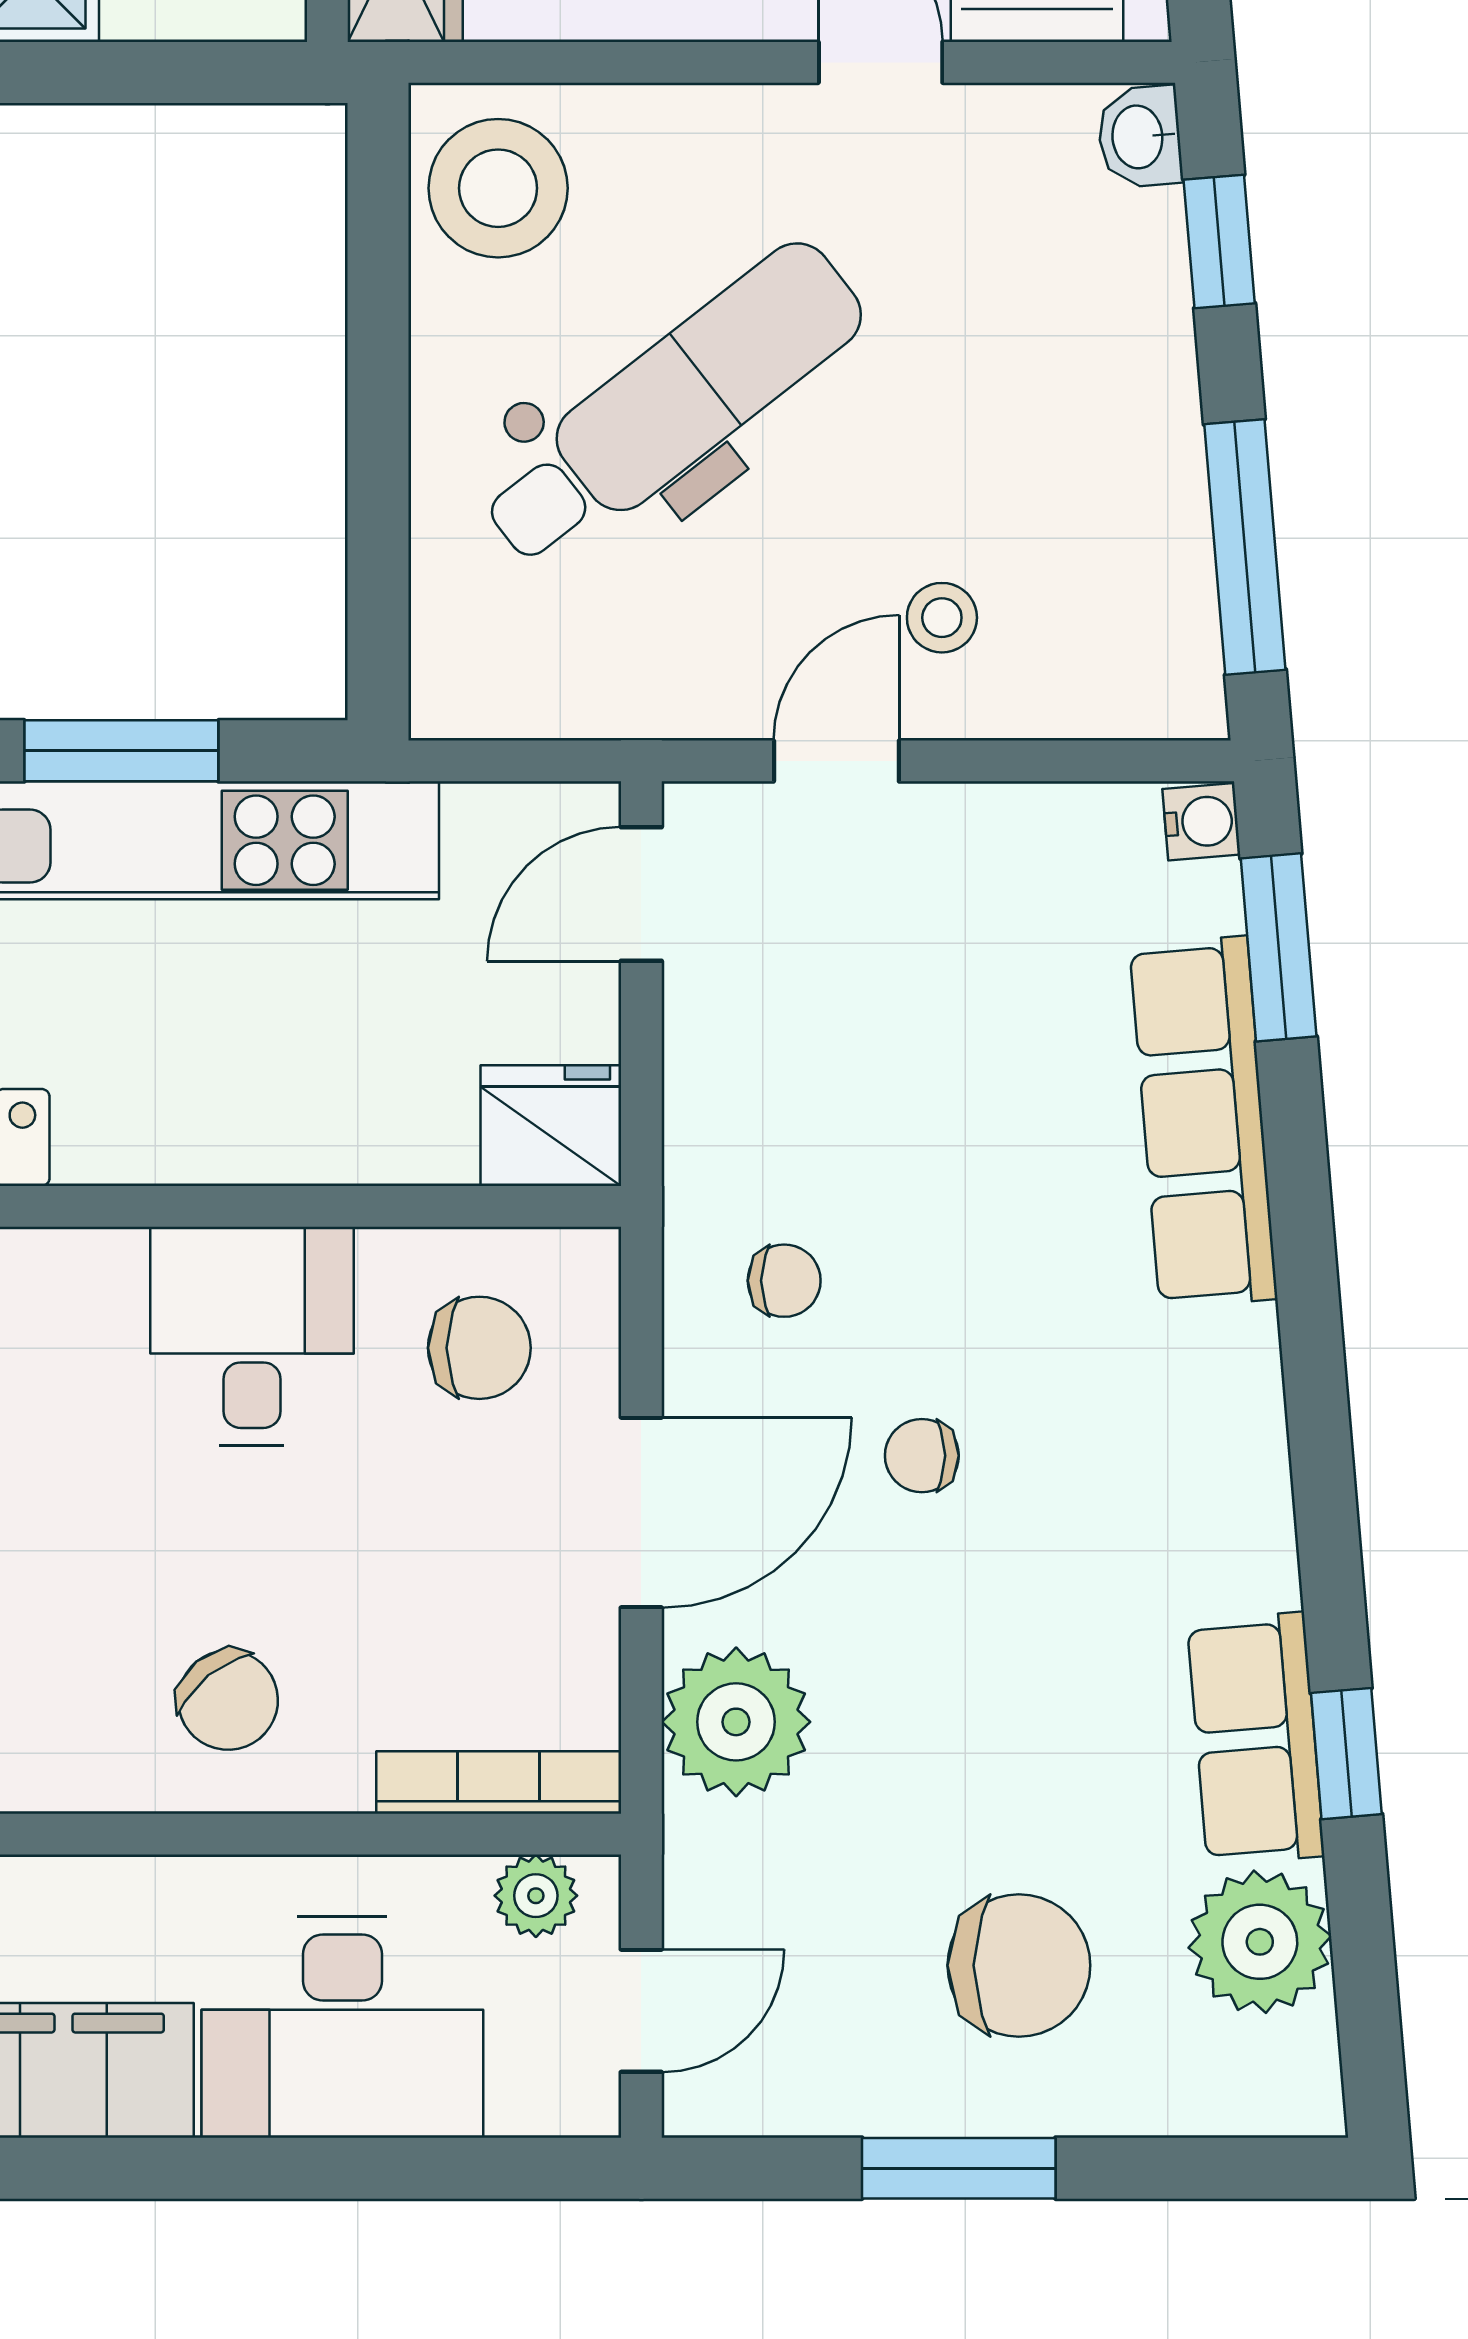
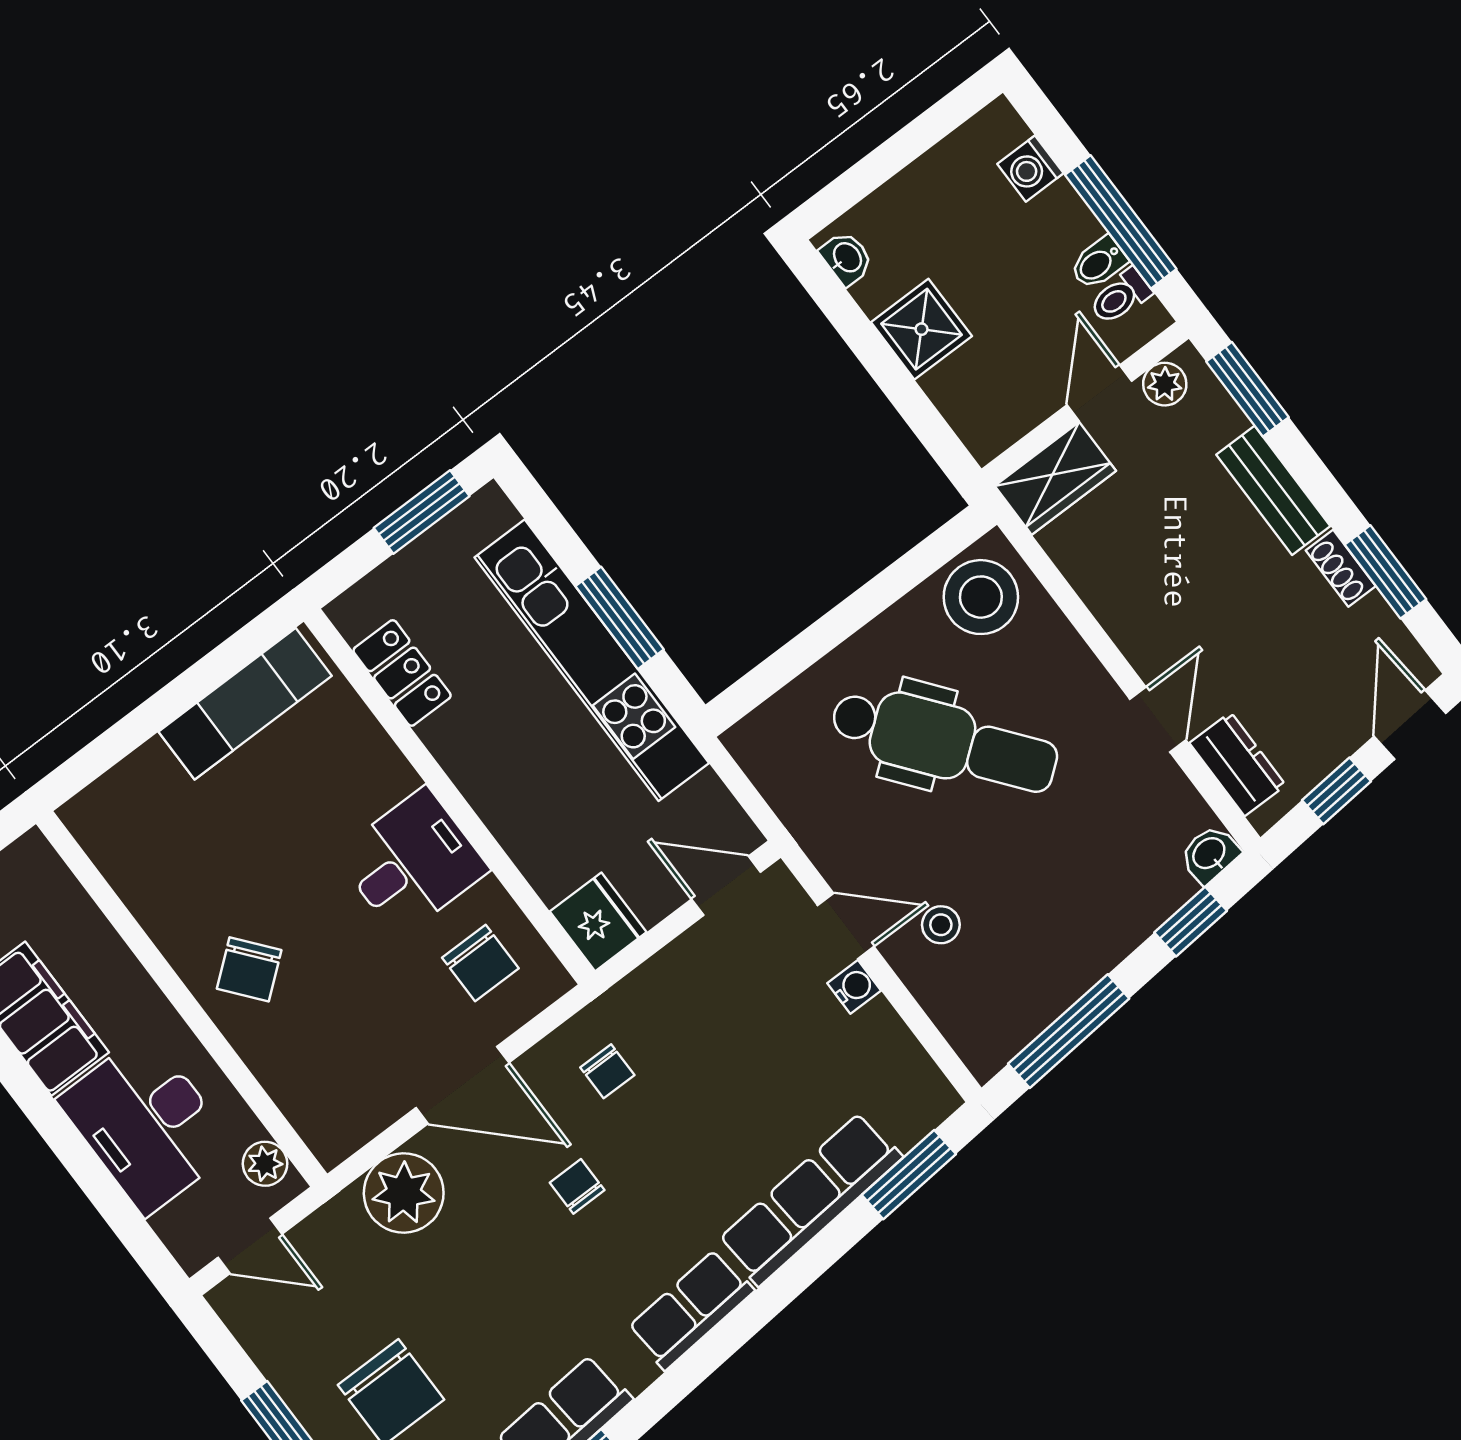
water cooler: (1201, 822) -> (854, 987), moved, turned -85
row of seats: (1234, 1425) -> (691, 1310), added
bookcase: (499, 1782) -> (301, 1111), removed

